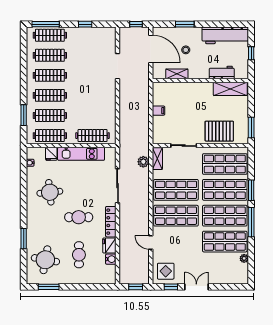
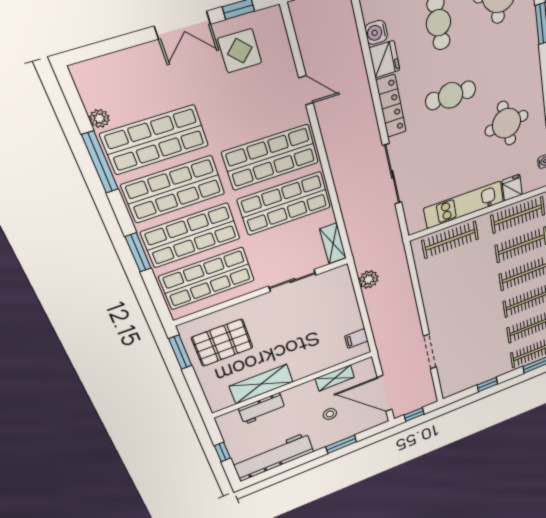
shelving: (230, 89) -> (261, 384), moved
filing cabinet: (159, 111) -> (356, 338), moved
pallet: (219, 131) -> (222, 343), moved
plant: (143, 162) -> (369, 279), moved
window: (251, 222) -> (100, 162), moved
display table: (166, 271) -> (240, 51), moved

